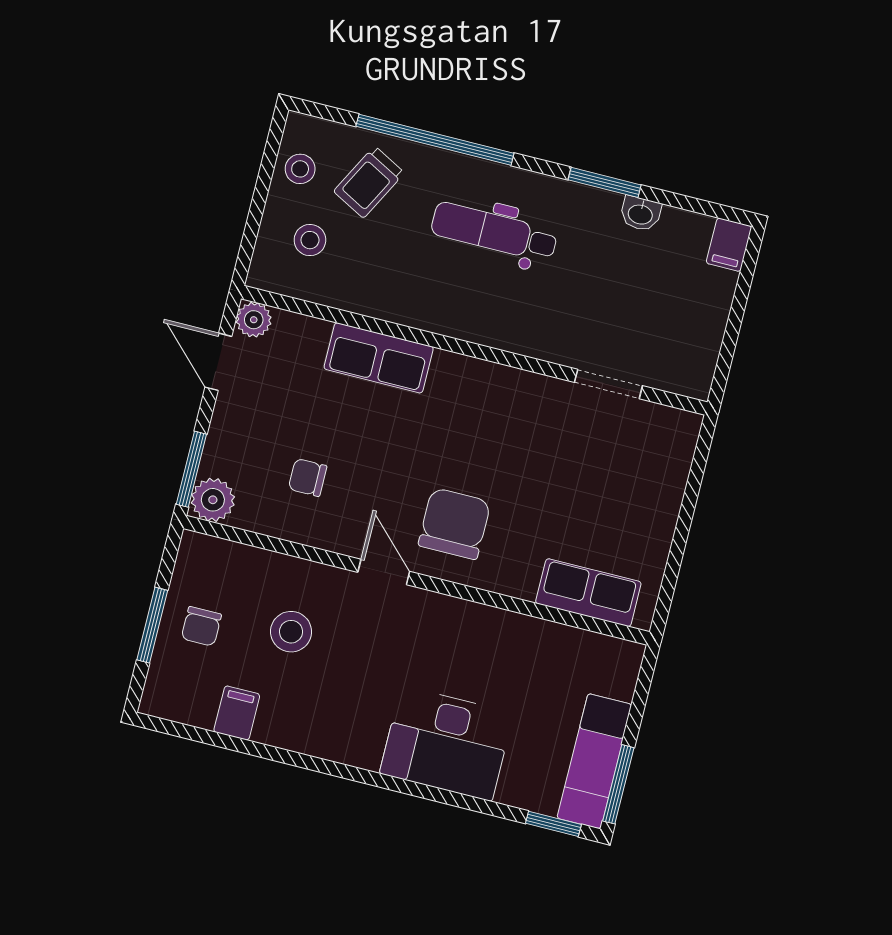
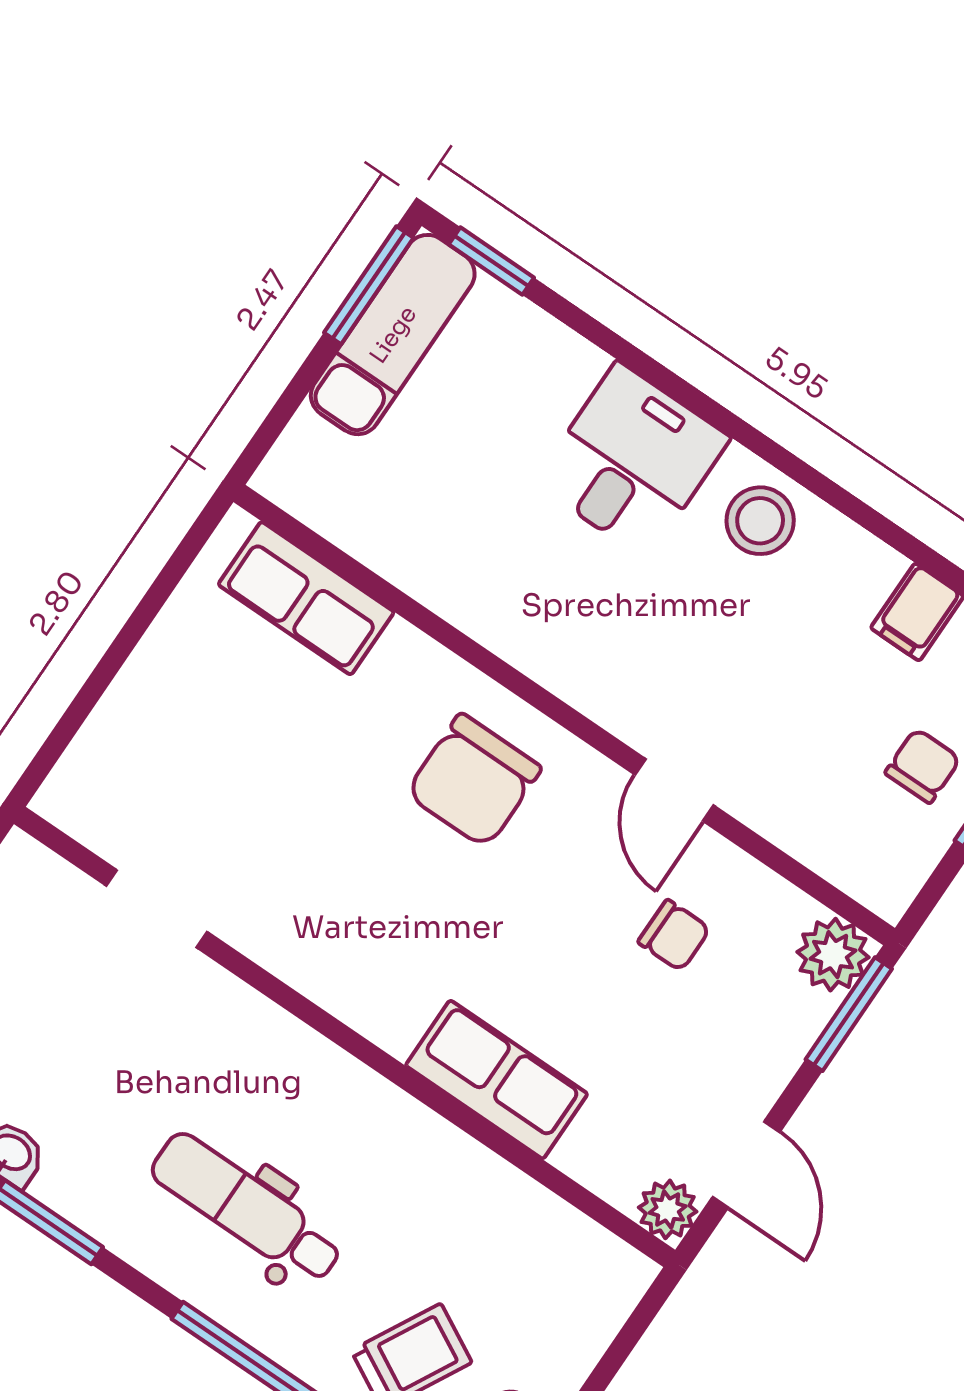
dental chair: (494, 232) -> (247, 1208), turned 180
stool: (310, 240) -> (536, 1300), removed
door: (384, 572) -> (674, 790), moved
stool: (291, 632) -> (760, 521), moved
desk: (447, 743) -> (632, 460), width x0.73

